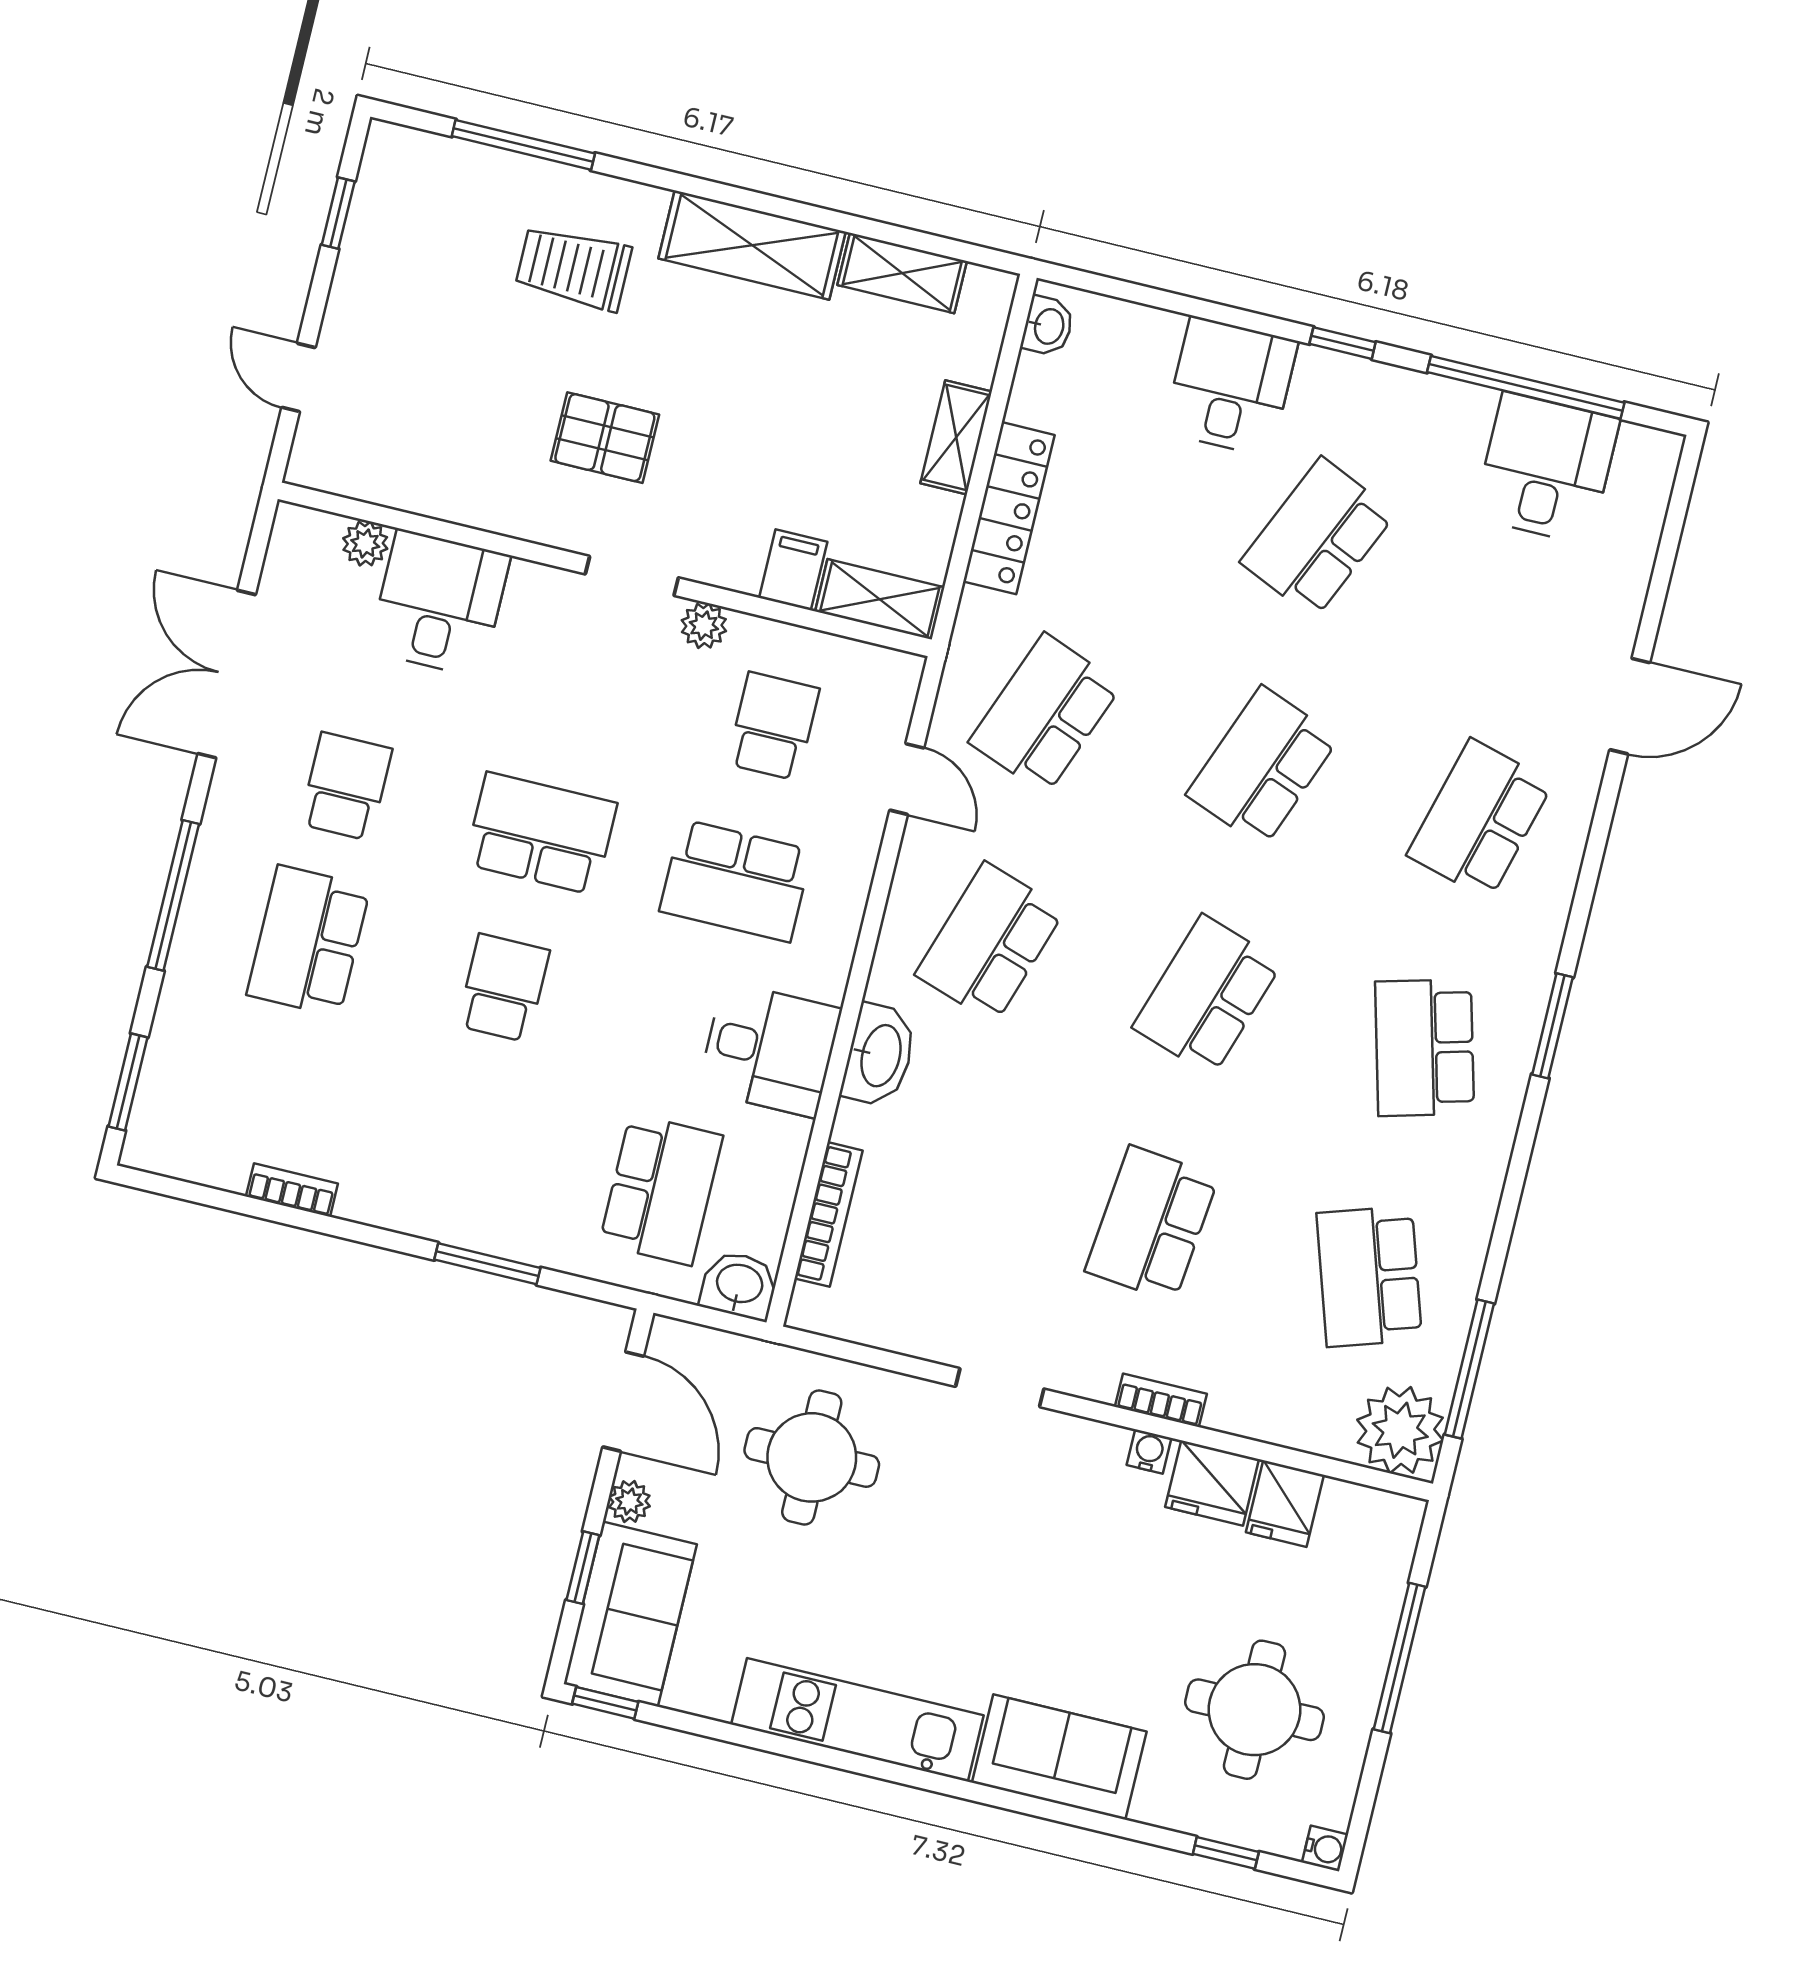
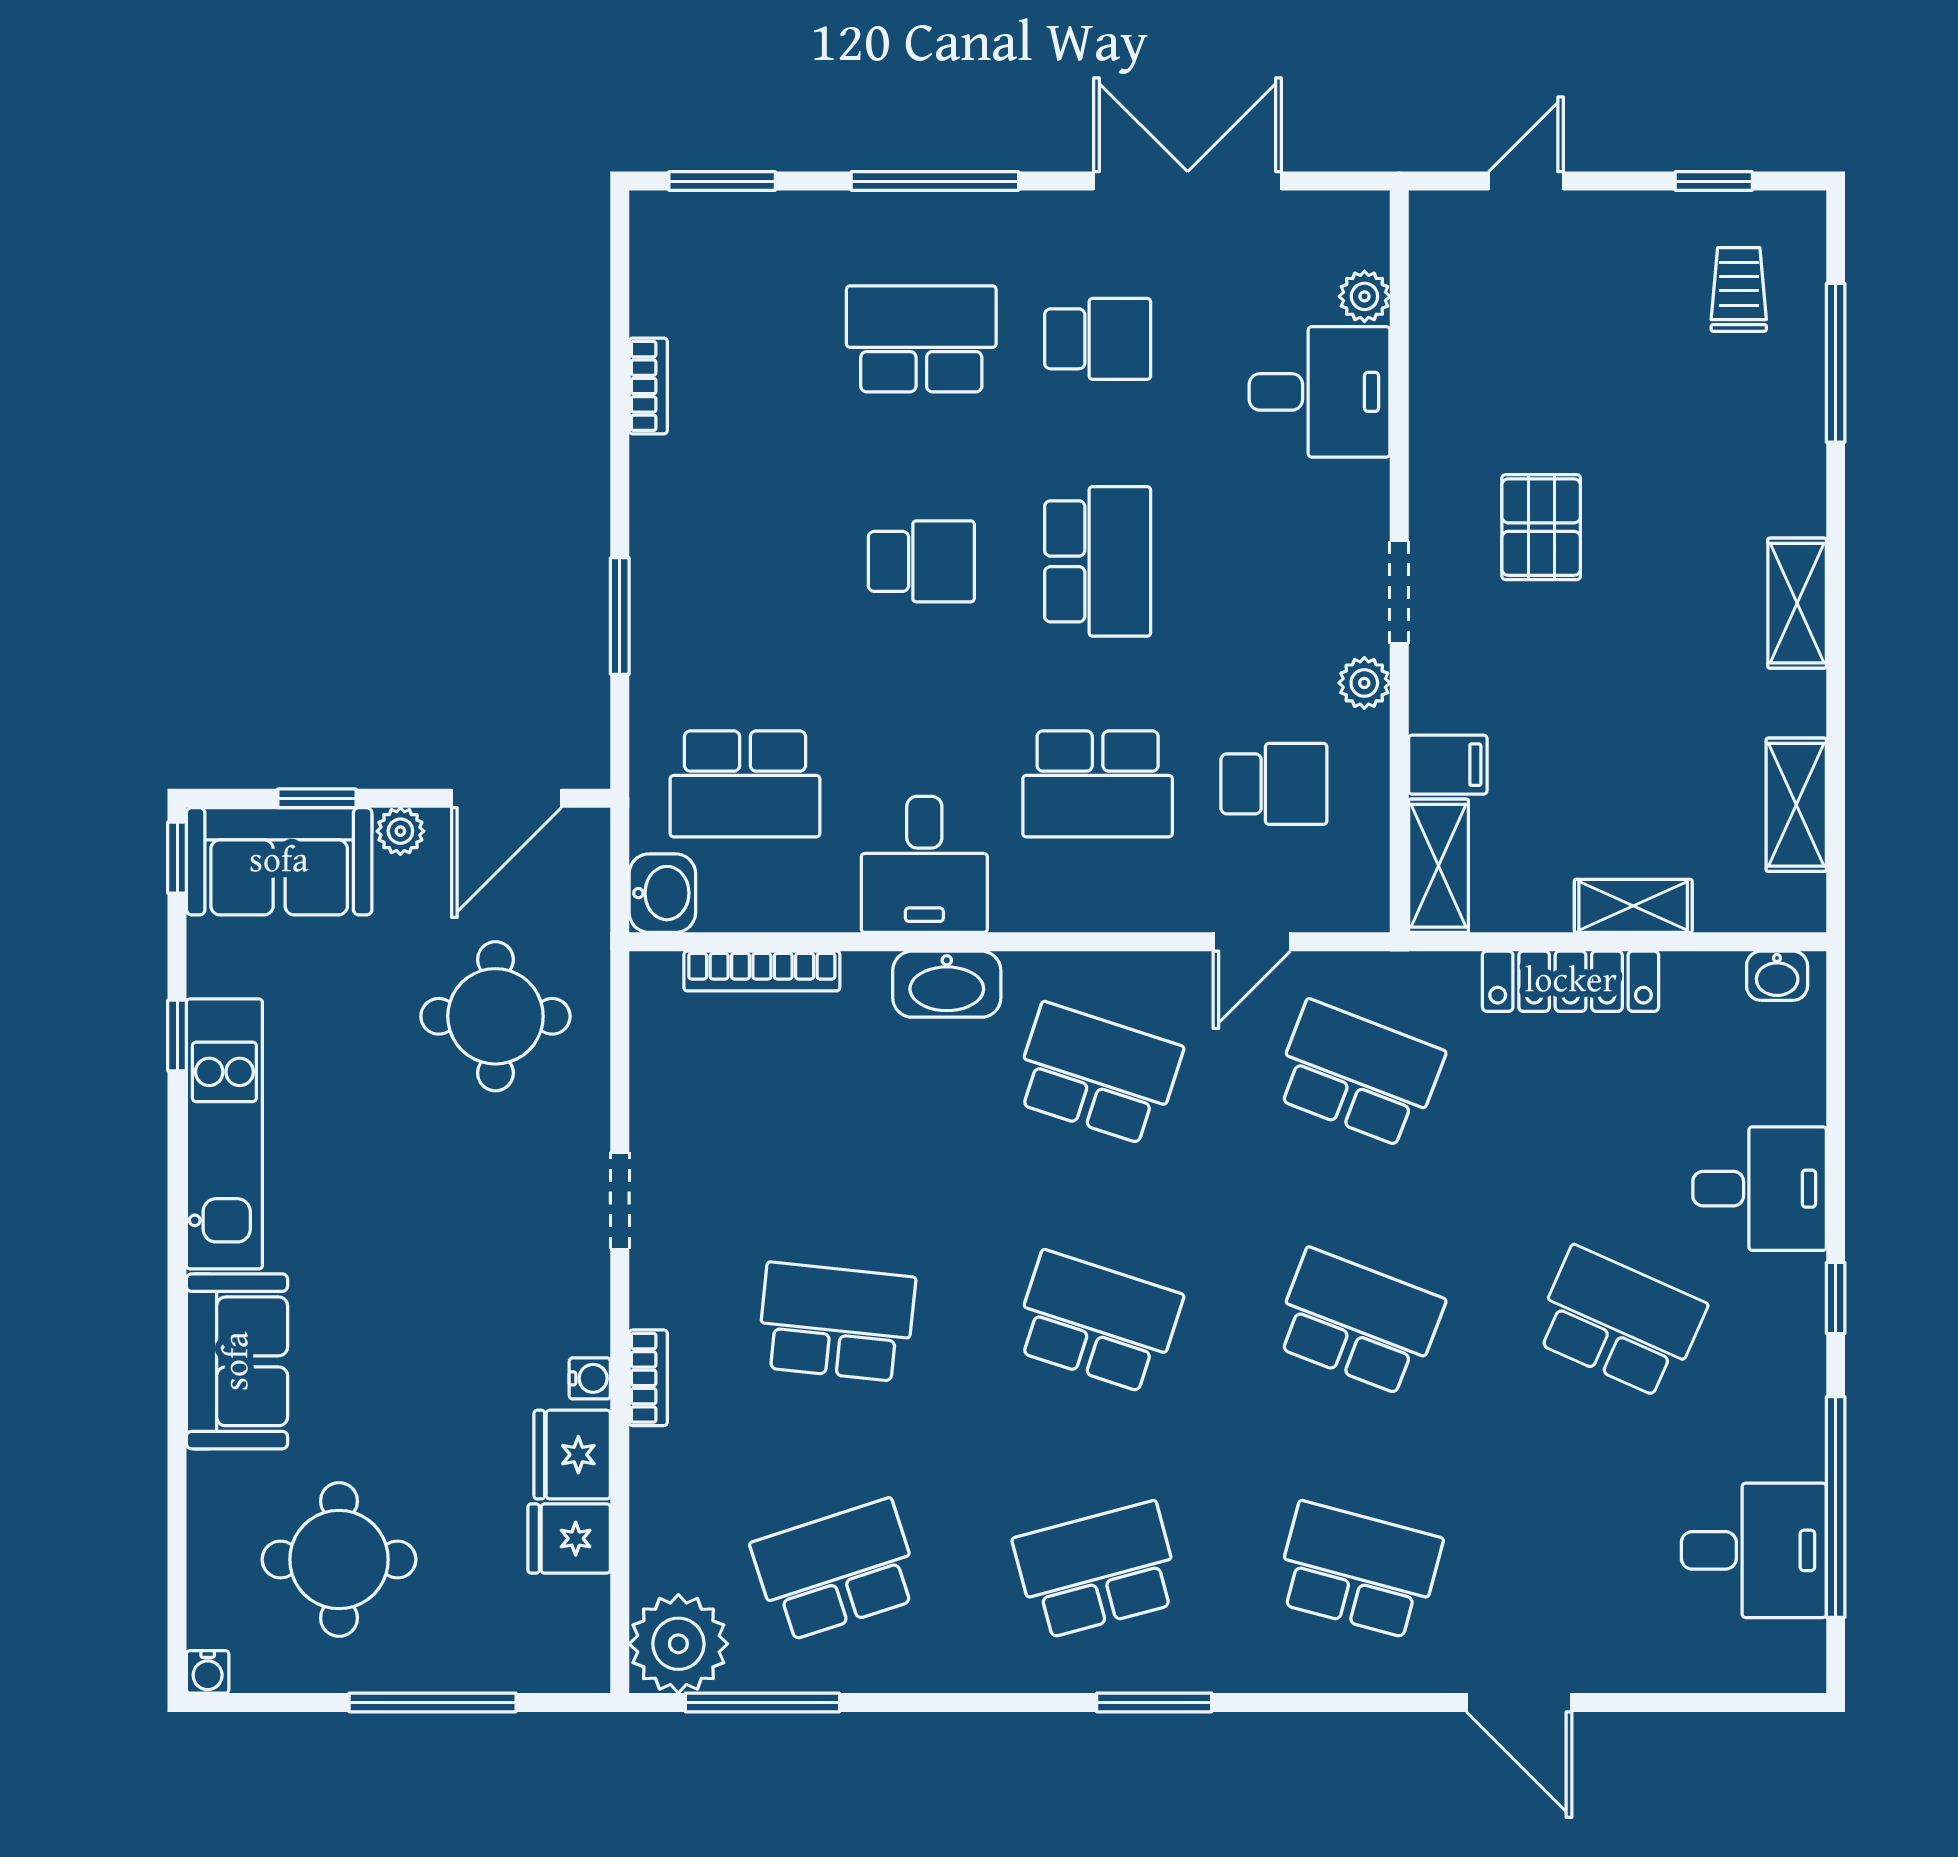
shelving: (752, 245) -> (1797, 603), width x0.67, depth x0.75
trolley: (573, 268) -> (1739, 289), moved, width x0.73, depth x0.72
school desk: (736, 881) -> (1098, 784), turned -90
window: (1226, 1853) -> (177, 1035), moved

